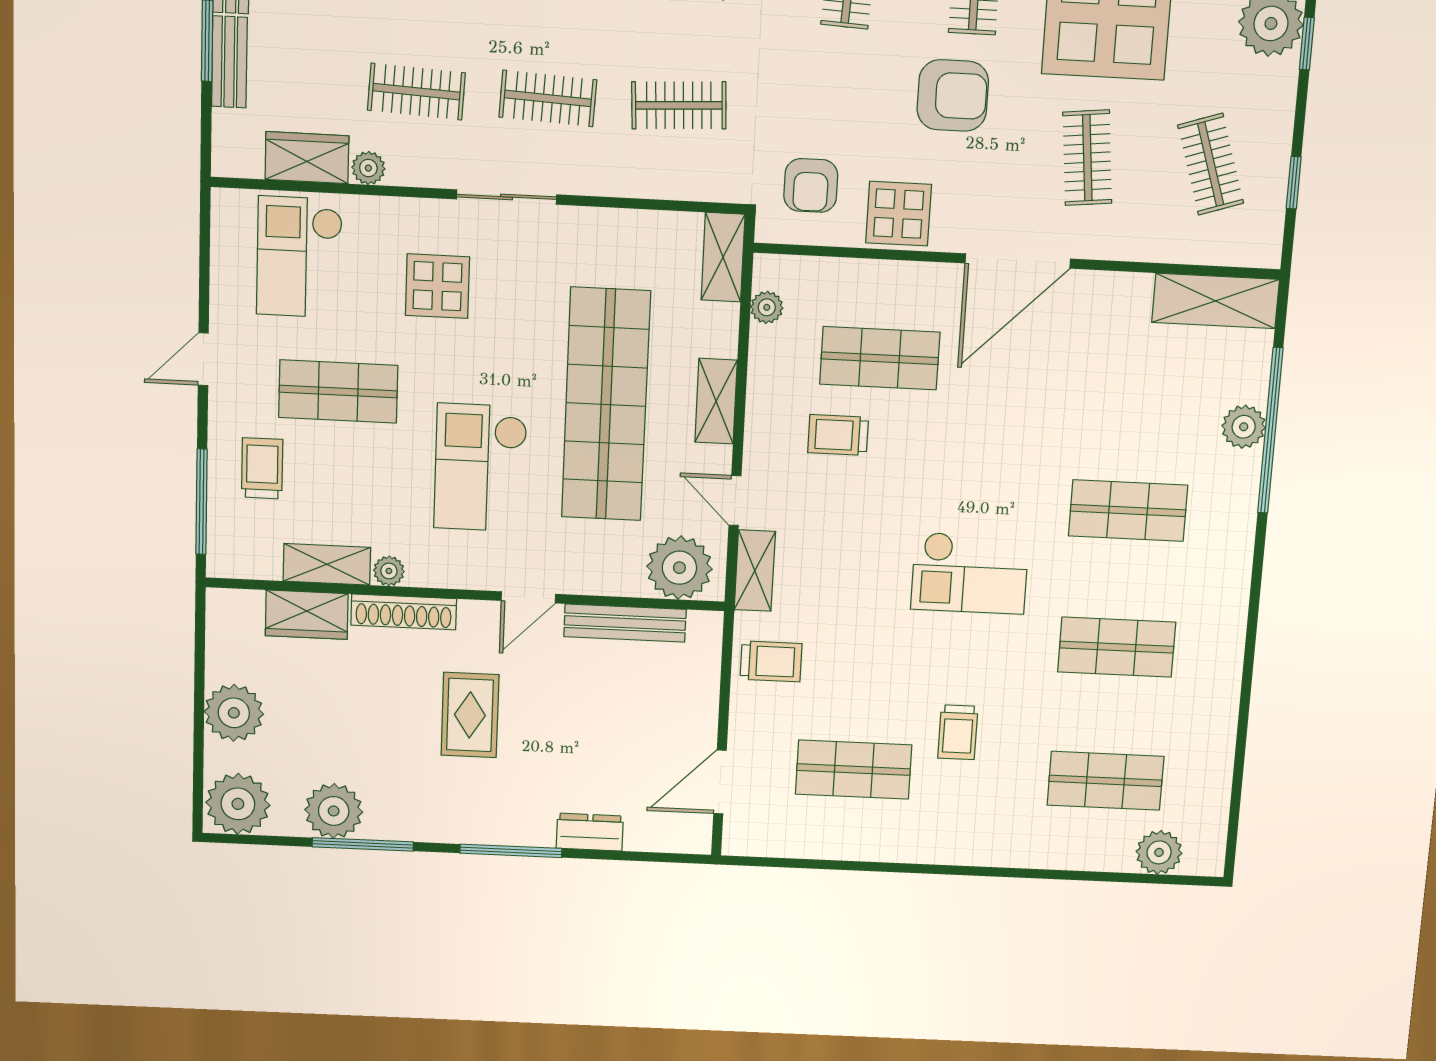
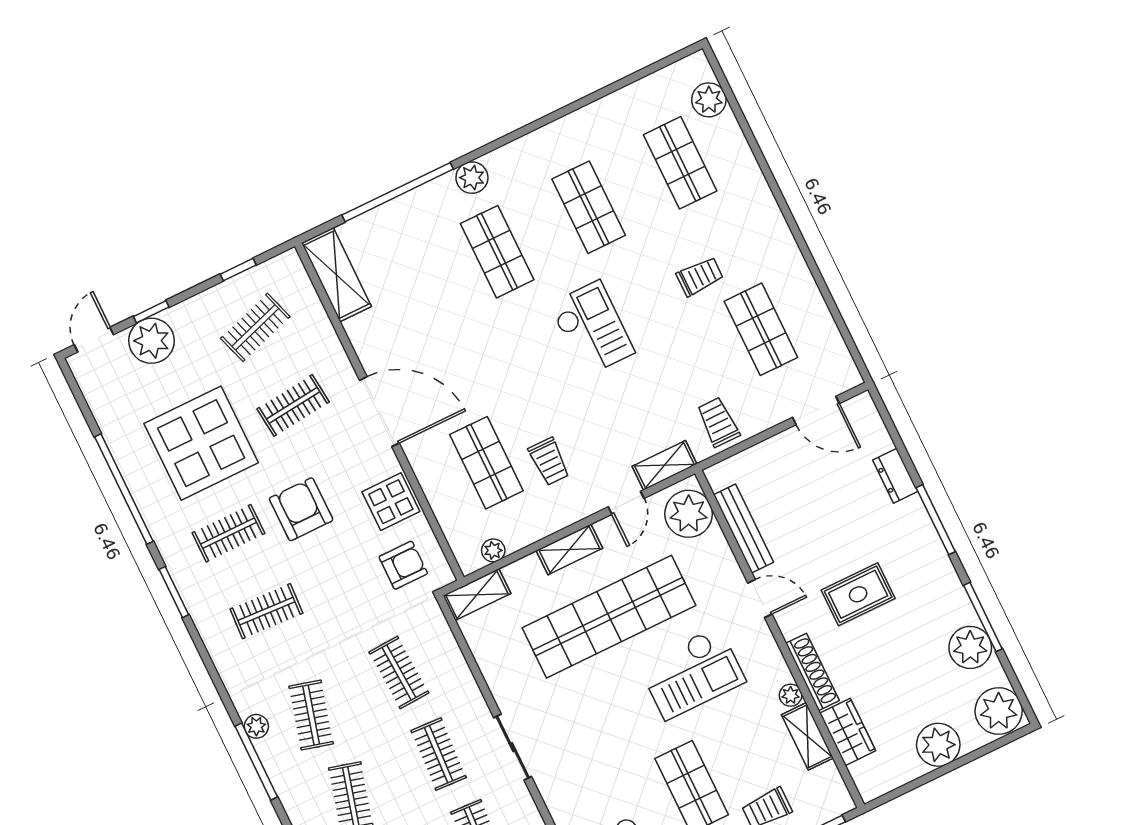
display table: (437, 286) -> (591, 760), removed
plant: (1244, 427) -> (472, 178), moved

